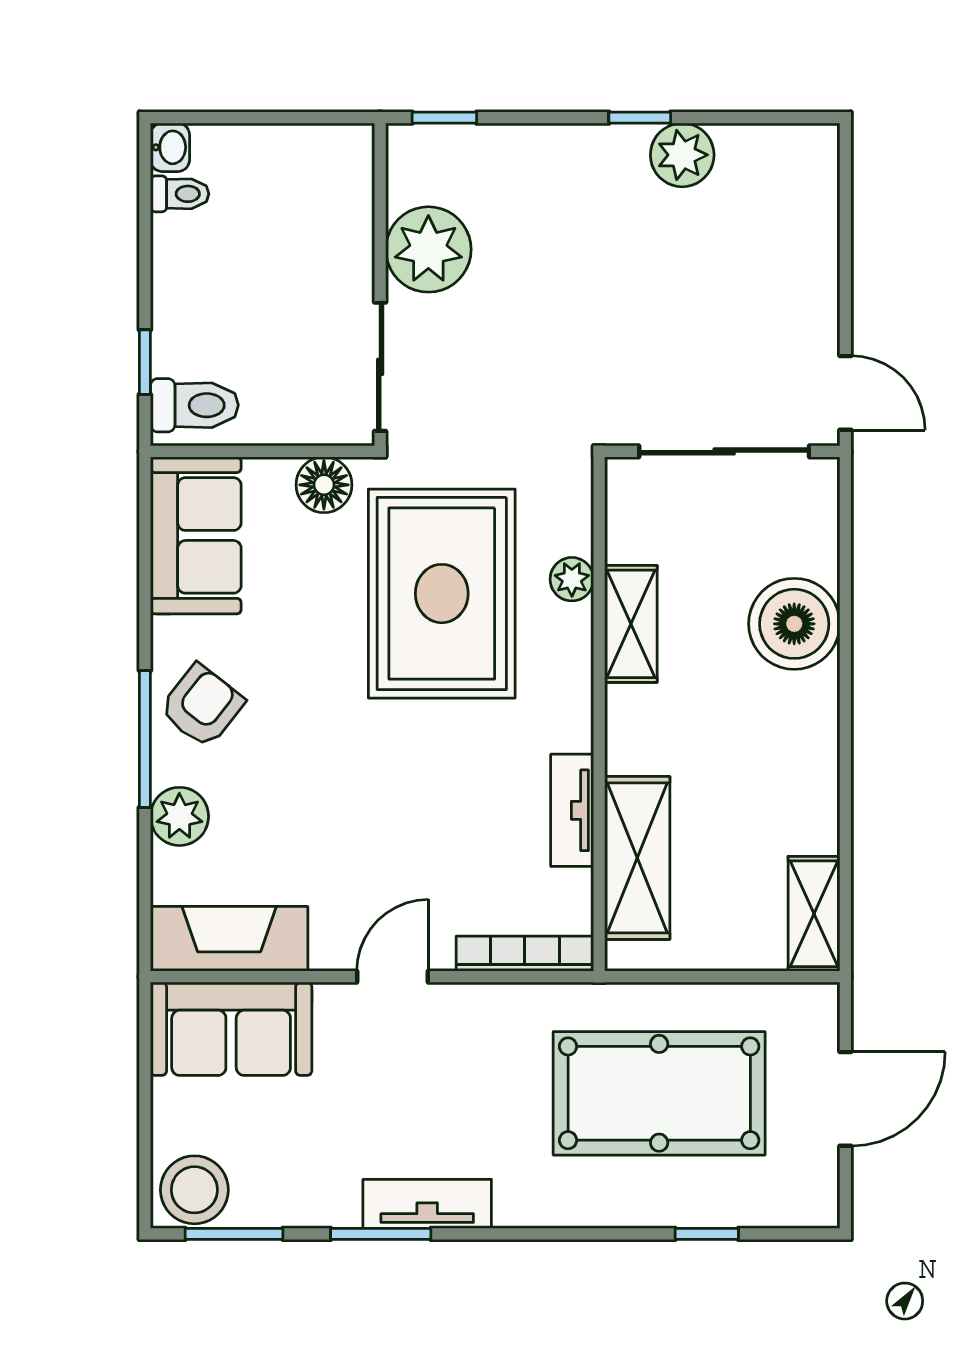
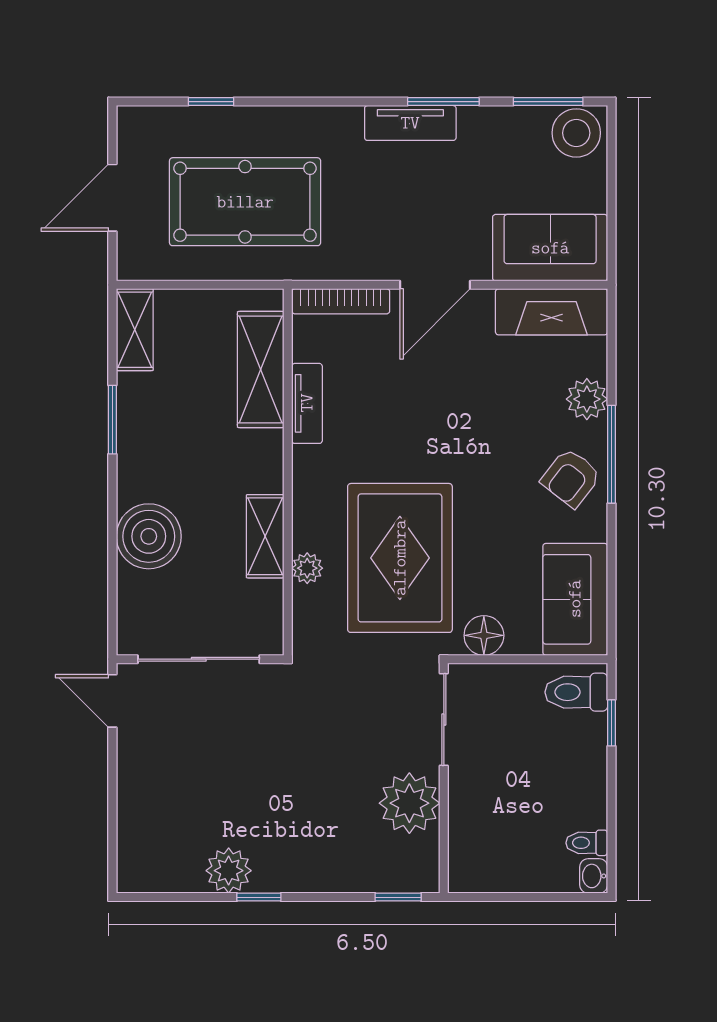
window: (845, 788) -> (112, 420), added
door: (393, 977) -> (435, 285), width x1.38

